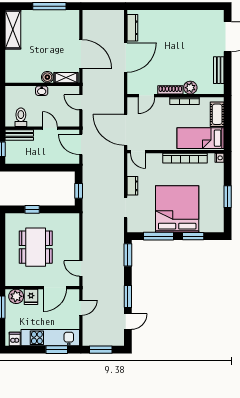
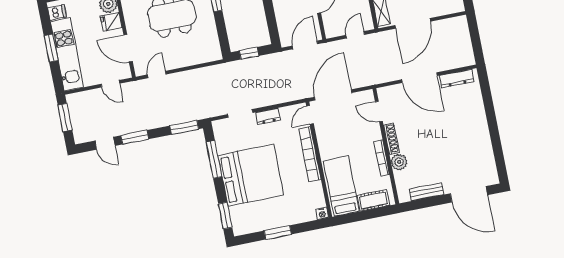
bookcase: (185, 158) -> (310, 154), moved
window: (193, 236) -> (225, 216), moved
window: (57, 350) -> (51, 48), moved

